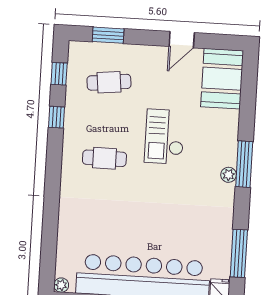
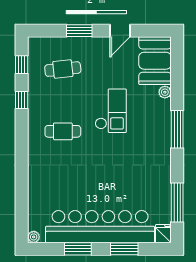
window: (108, 35) -> (79, 31), moved
checkout: (165, 137) -> (111, 111), turned 180
plant: (229, 175) -> (165, 92), moved

